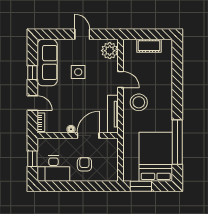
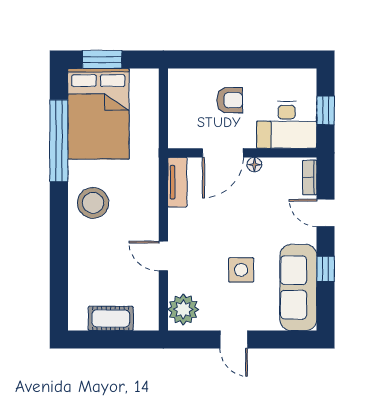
stool: (139, 102) -> (93, 203), moved
tv unit: (113, 114) -> (177, 182), width x0.71
armchair: (84, 164) -> (230, 100), turned -90
desk: (53, 169) -> (287, 125), moved, turned 180
window: (141, 186) -> (102, 60), moved

